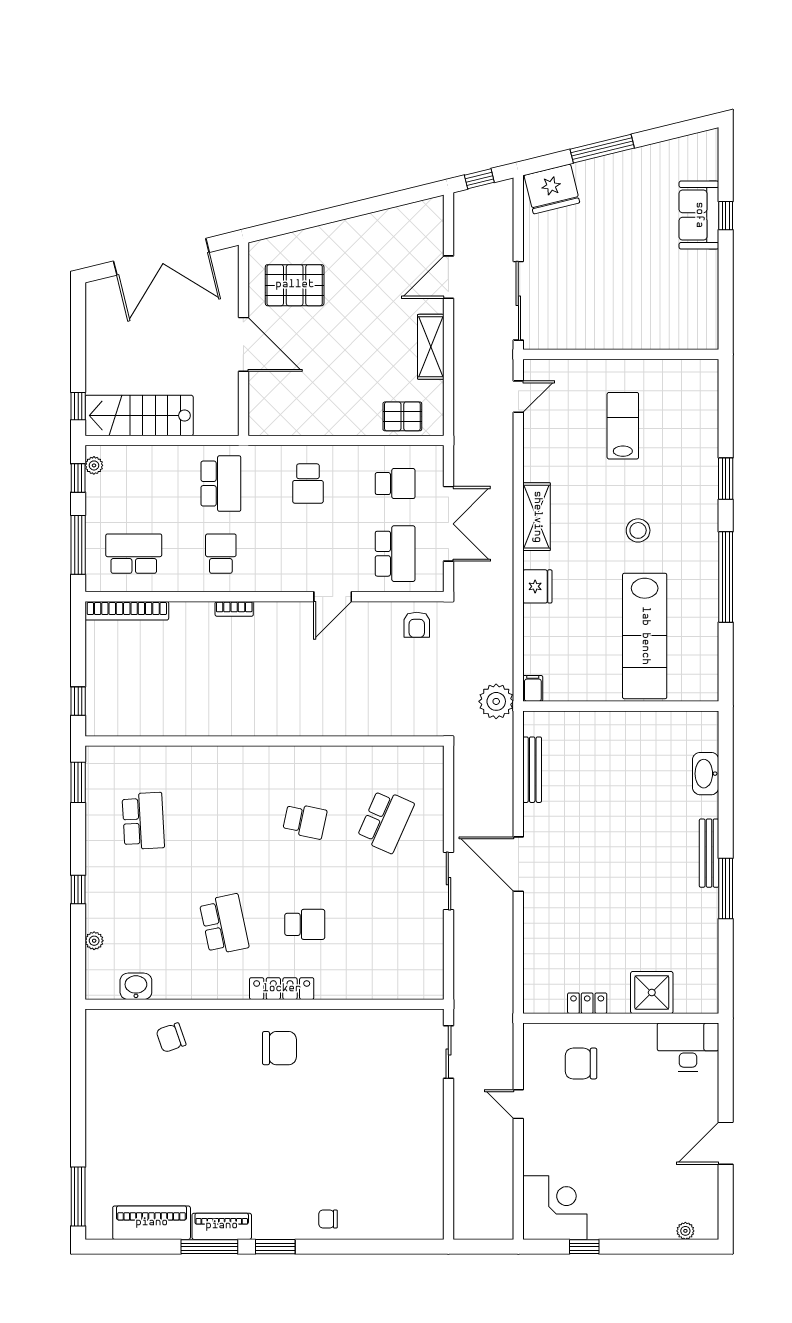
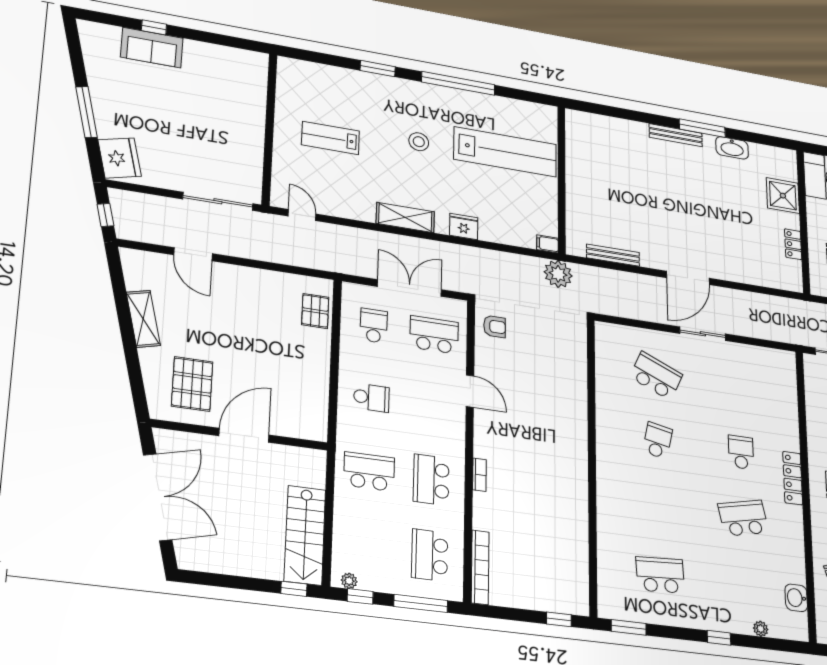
shelving: (431, 347) -> (143, 319), moved, turned 76
school desk: (221, 554) -> (431, 480), width x1.85
washbasin: (706, 774) -> (732, 148), moved

